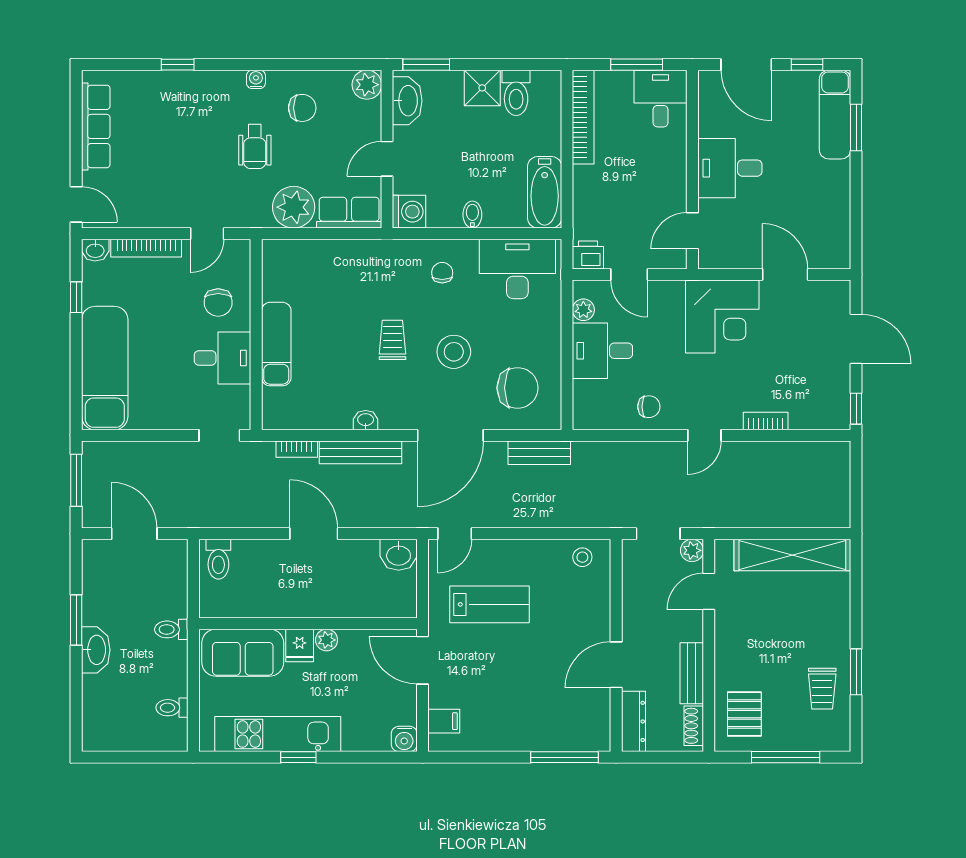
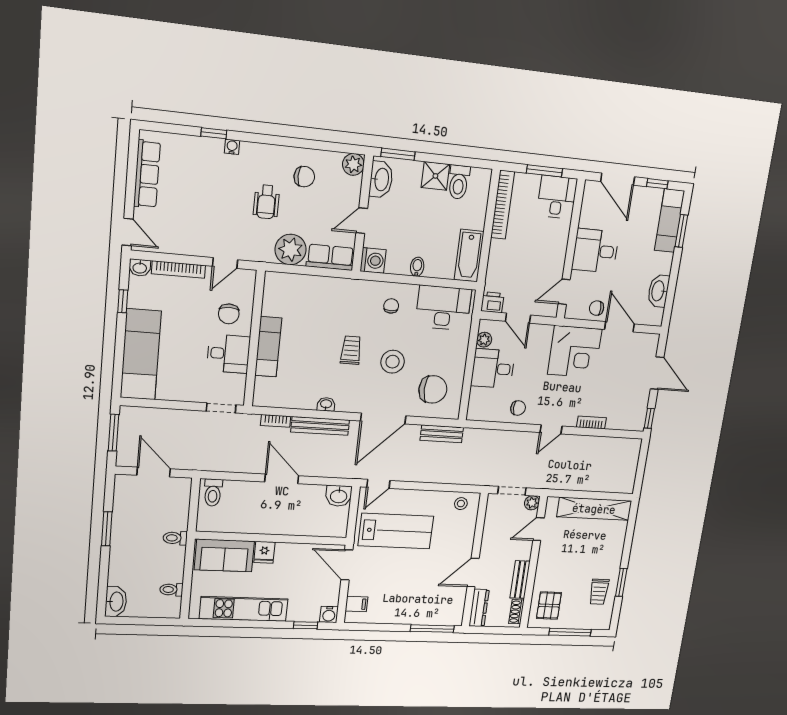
water cooler: (256, 79) -> (232, 147), moved
washbasin: (836, 217) -> (658, 291), added
chair: (745, 250) -> (597, 308), added
lab bench: (490, 604) -> (396, 531), width x1.36, depth x1.39
plant: (327, 640) -> (283, 549), removed
washbasin: (96, 650) -> (116, 602), moved
window: (298, 757) -> (306, 625), moved

